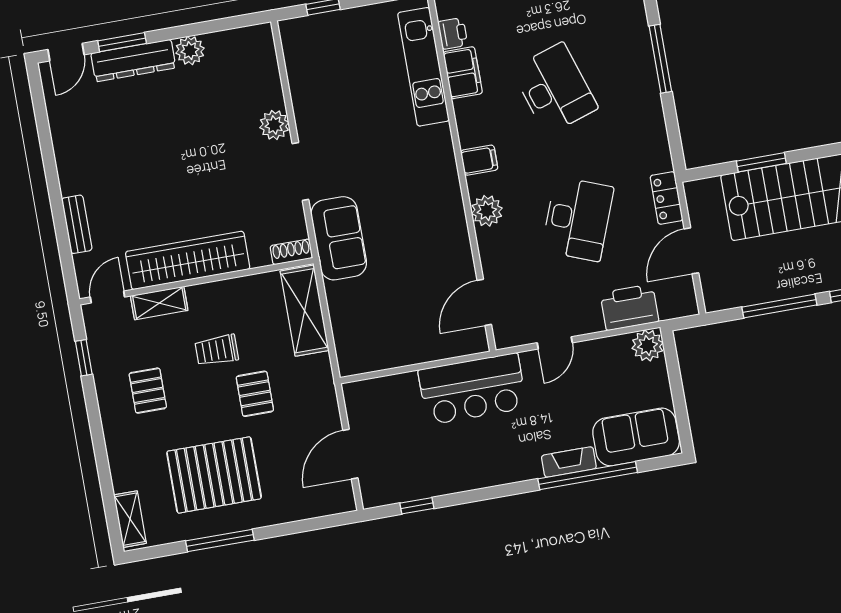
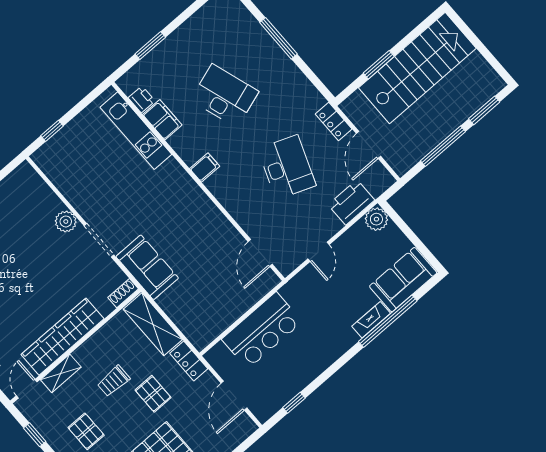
plant: (487, 211) -> (228, 196), removed
locker: (321, 380) -> (189, 361), added
bar counter: (472, 389) -> (262, 330), moved

